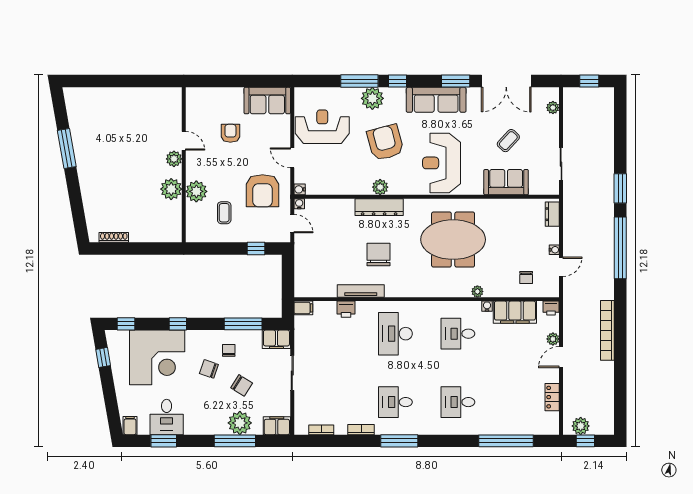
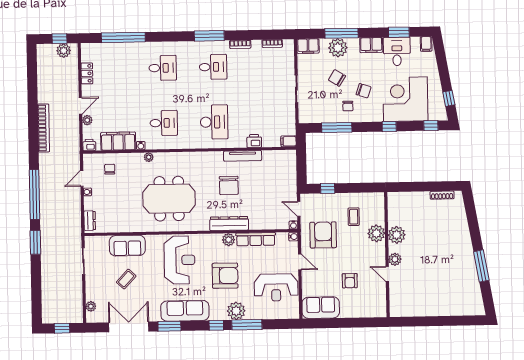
armchair: (385, 142) -> (225, 276), turned -75
row of seats: (346, 187) -> (256, 239), added
filing cabinet: (276, 339) -> (371, 45), moved, turned 180

